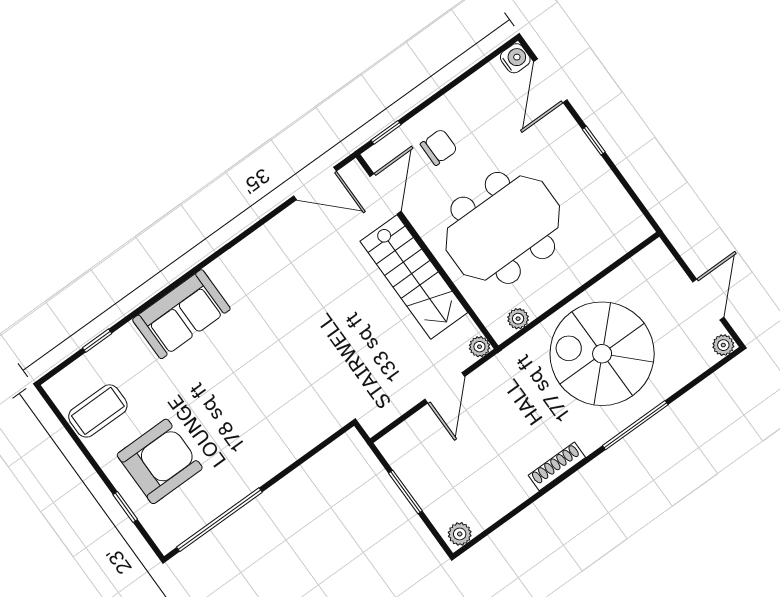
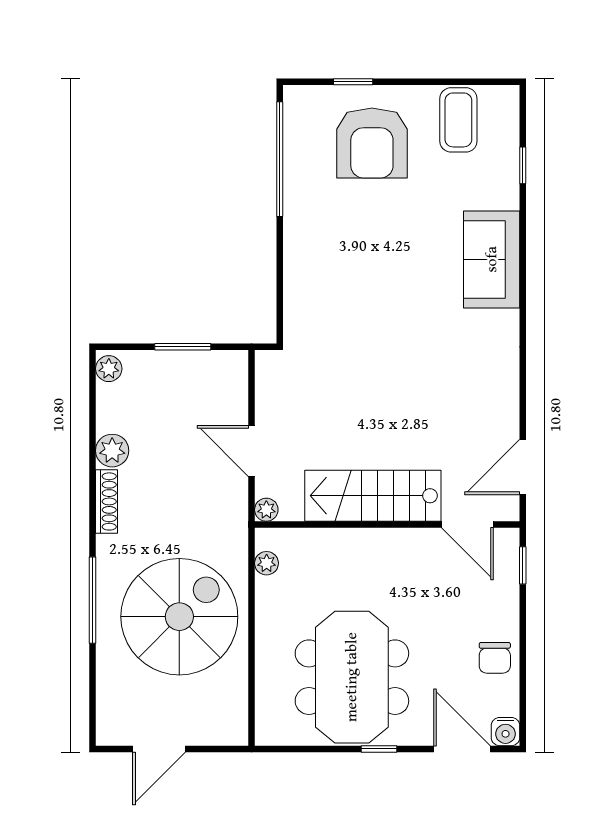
chair: (439, 147) -> (495, 658), moved
meeting table: (503, 228) -> (352, 677), moved
door: (708, 300) -> (159, 749), hinge flipped
plant: (723, 345) -> (112, 451), moved, width x1.38, depth x1.38

